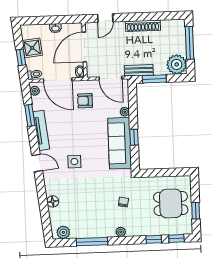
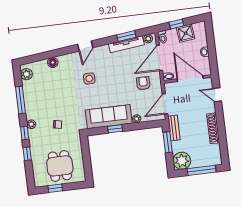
tv unit: (41, 130) -> (126, 44), moved
window: (176, 238) -> (25, 133), moved

